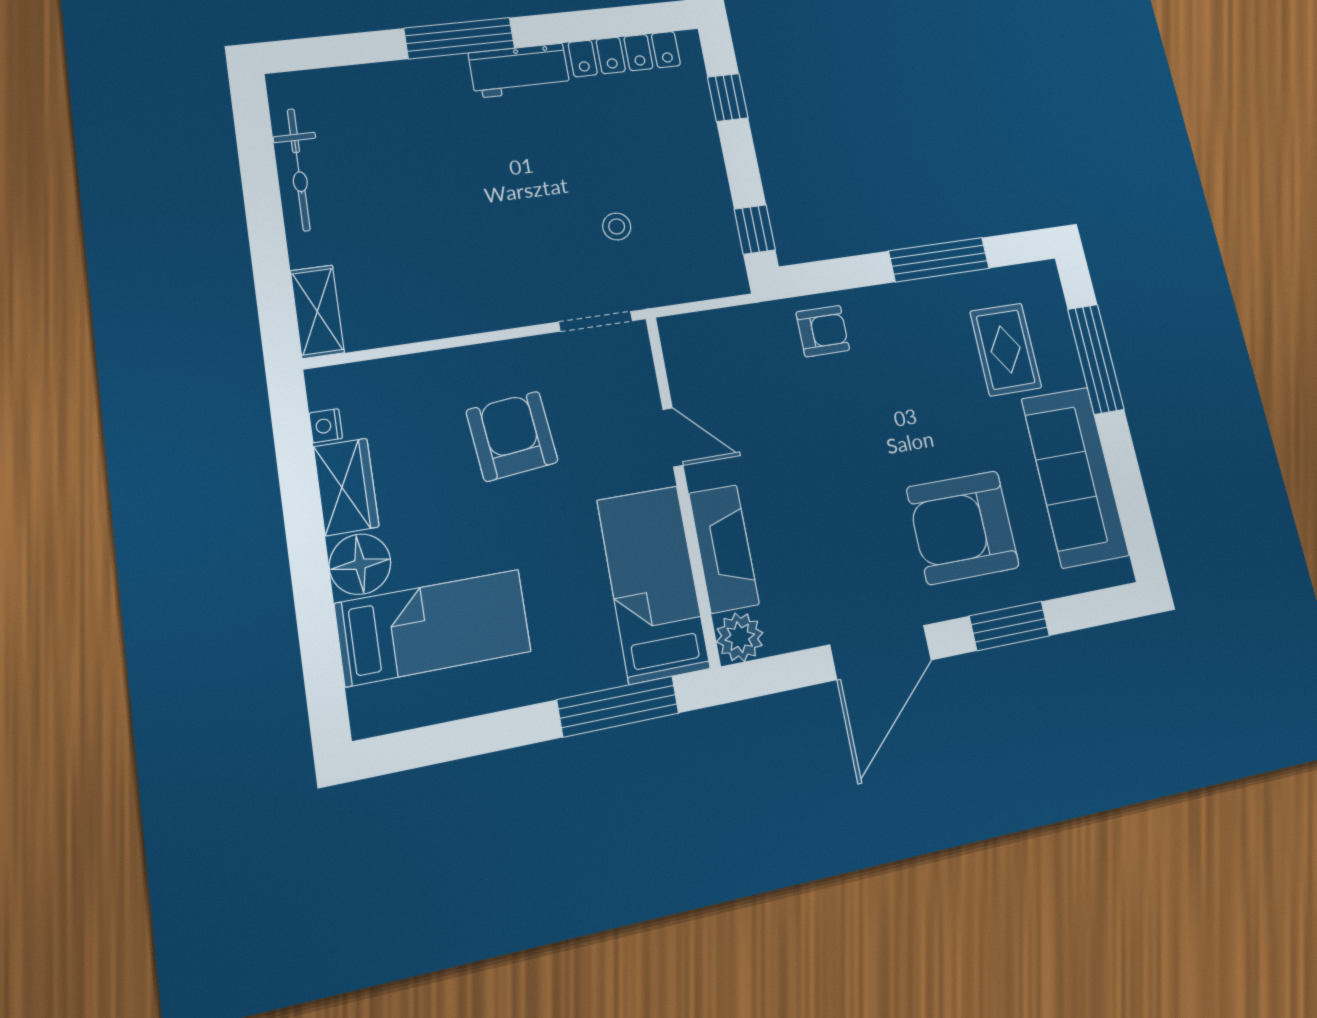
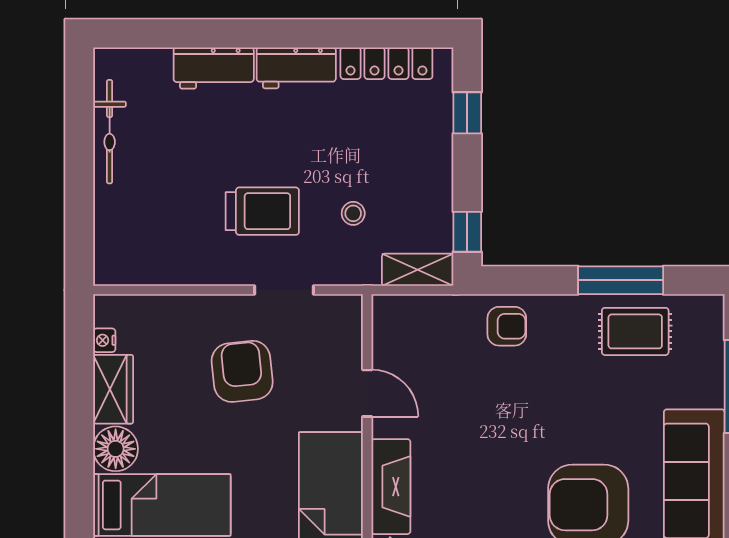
window: (459, 38) -> (252, 33), removed
workbench: (419, 82) -> (214, 68), added
trolley: (506, 239) -> (262, 211), added
shelving: (317, 312) -> (418, 270), moved, turned 90
doorway: (596, 321) -> (284, 290), moved
rug: (1006, 349) -> (635, 331), moved, turned 90

